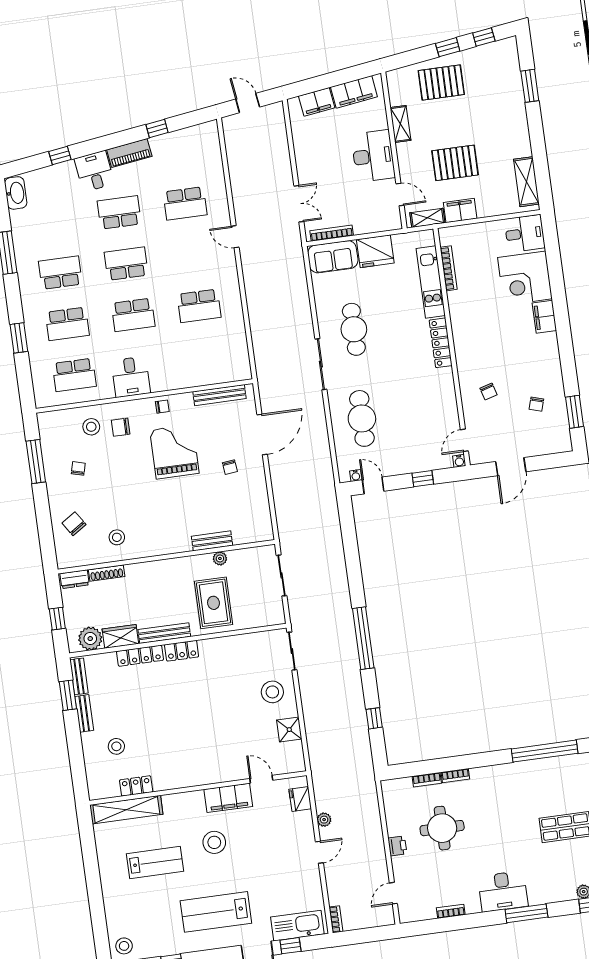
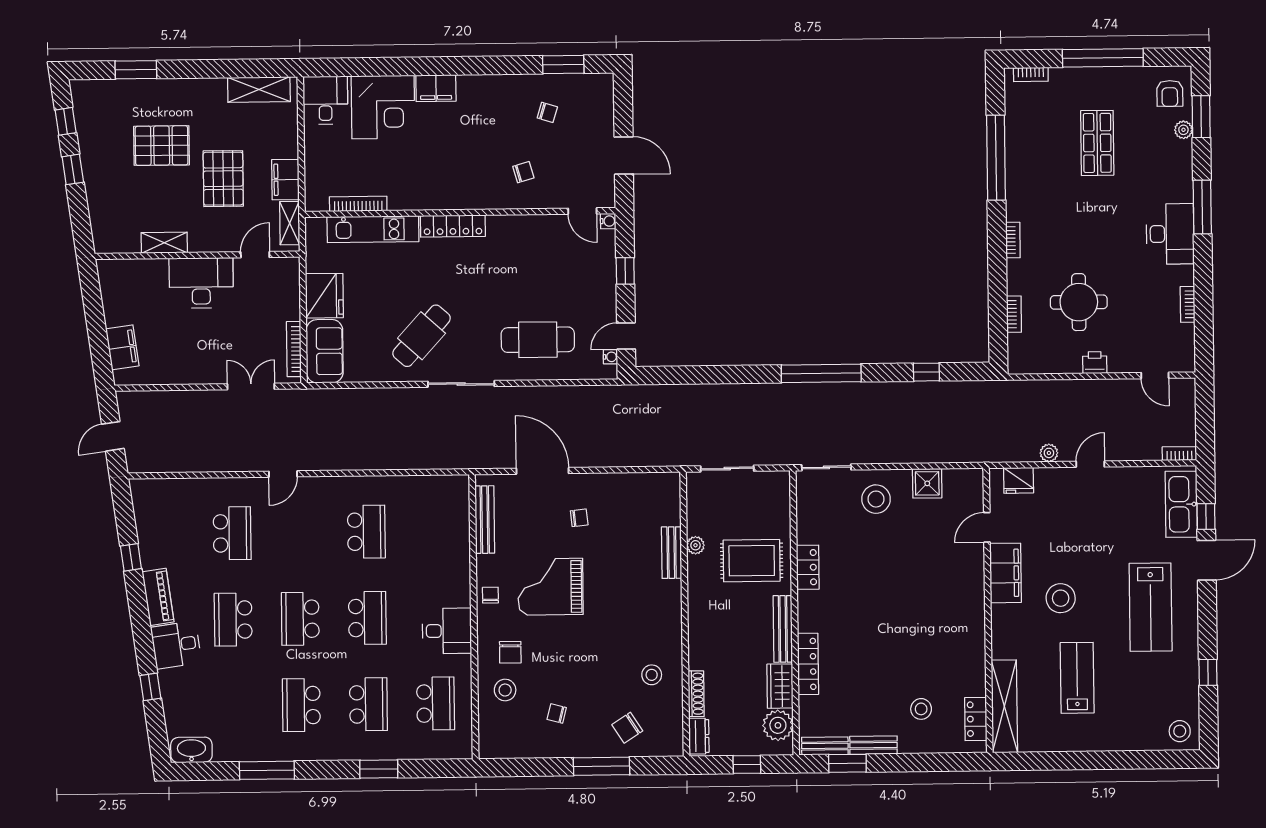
pallet: (441, 83) -> (162, 146), moved, turned 90
filing cabinet: (354, 92) -> (115, 298), removed
cafe table: (354, 329) -> (422, 336), turned -48
window: (36, 462) -> (602, 766), moved
locker: (182, 651) -> (808, 567), moved
bookcase: (455, 776) -> (1013, 240), moved
locker: (136, 786) -> (976, 719), moved
door: (319, 852) -> (1090, 464), hinge flipped

